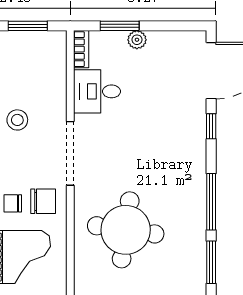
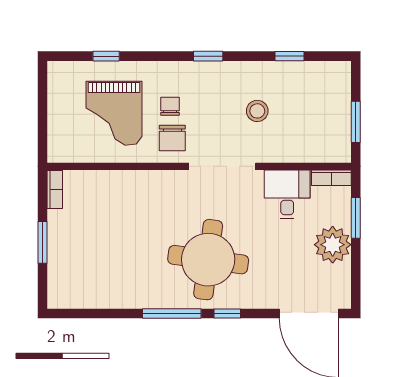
plant: (137, 40) -> (333, 245), width x1.88, depth x1.88
window: (211, 126) -> (227, 314), moved
round table: (126, 230) -> (208, 260), moved
window: (211, 262) -> (108, 314), removed

